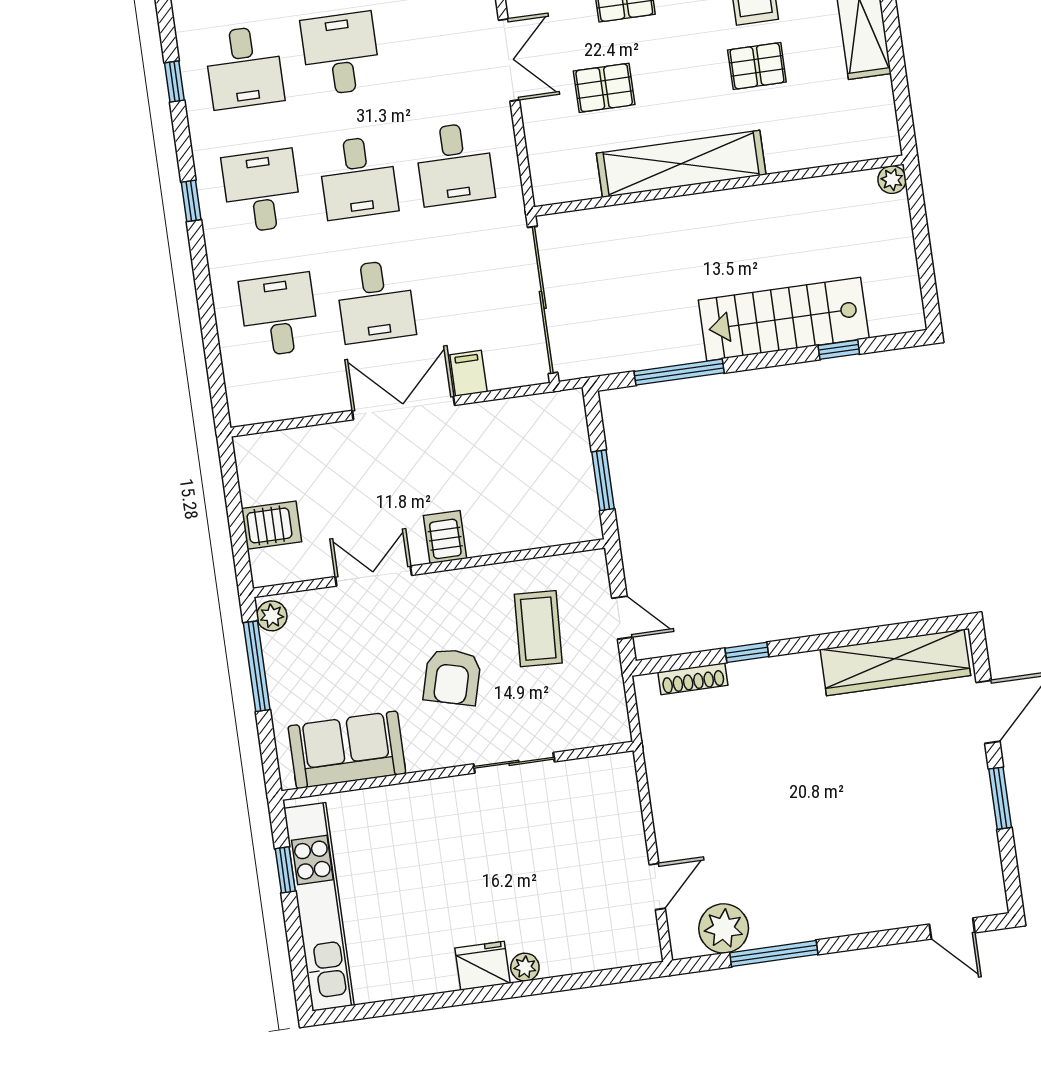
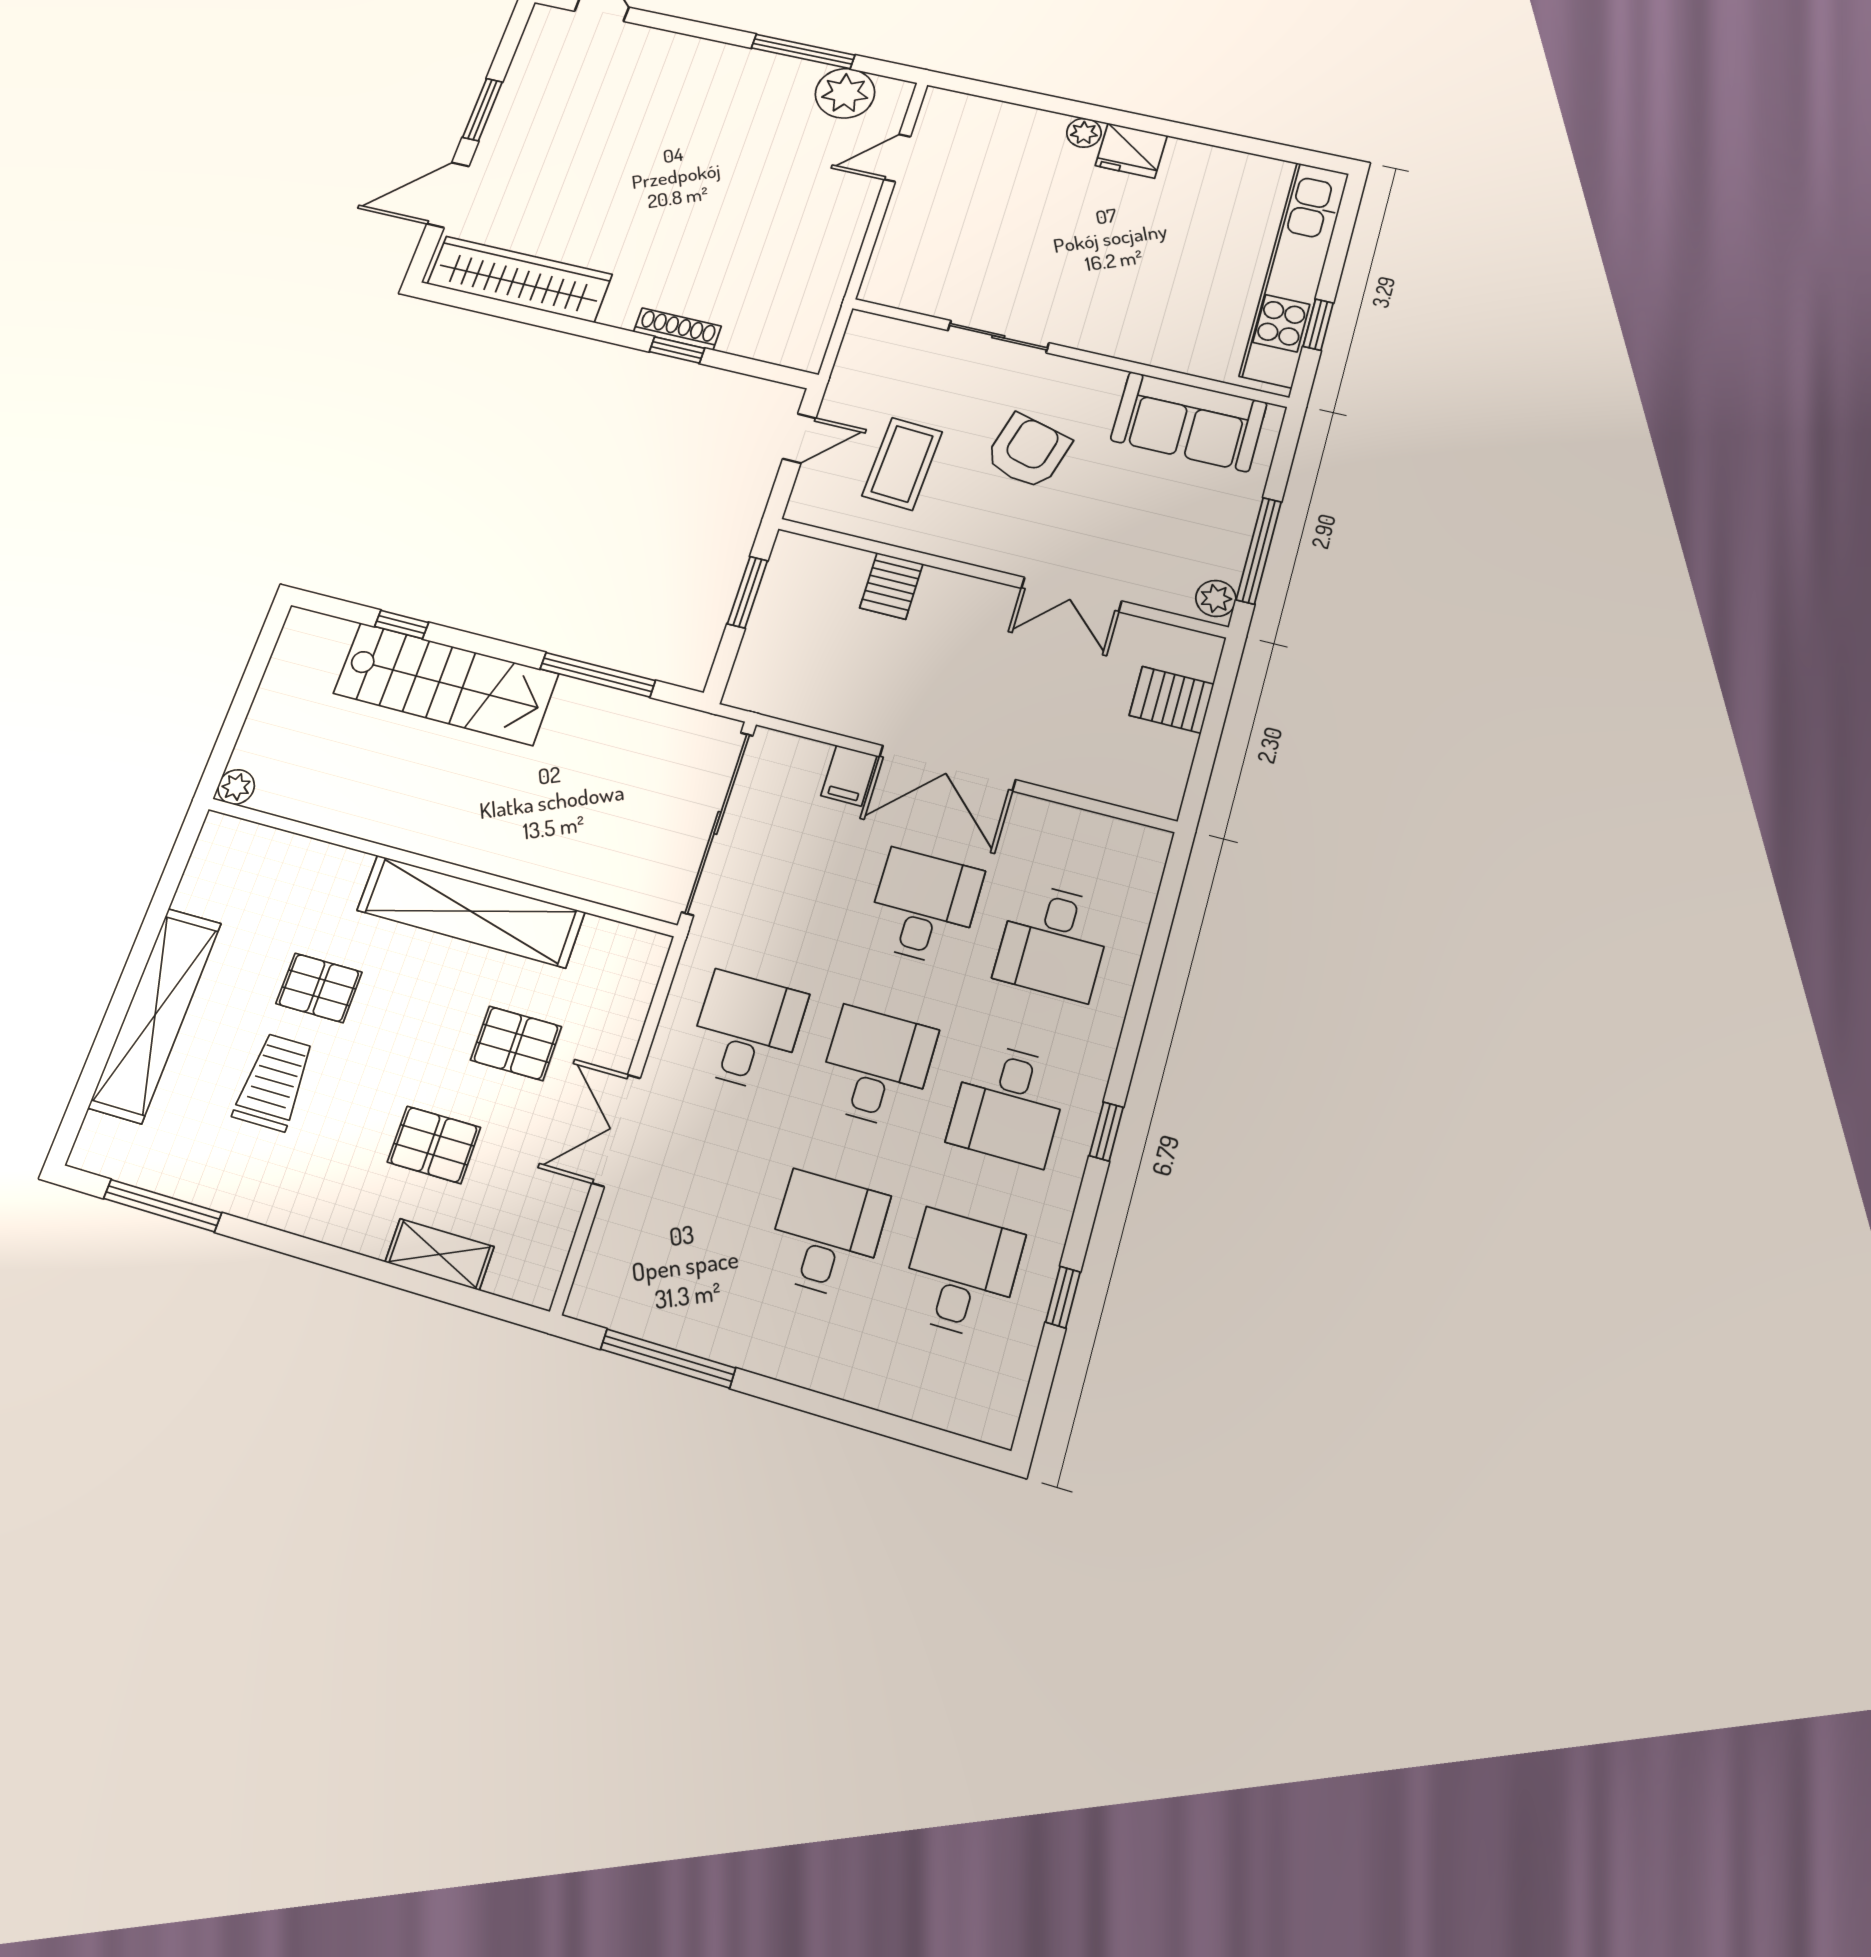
desk: (341, 54) -> (827, 1235), turned 180
server rack: (445, 537) -> (891, 586), moved
door: (622, 618) -> (799, 438), swing flipped
shoe rack: (693, 679) -> (677, 329), moved

